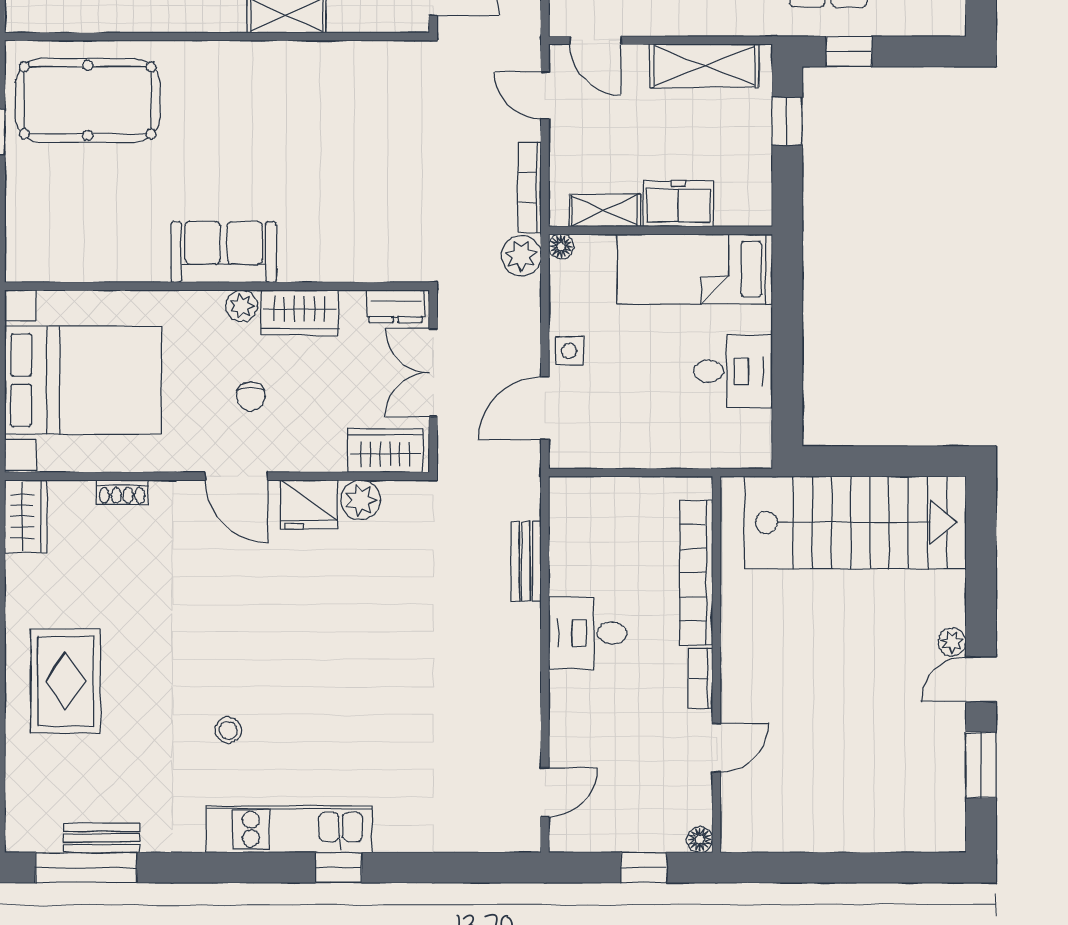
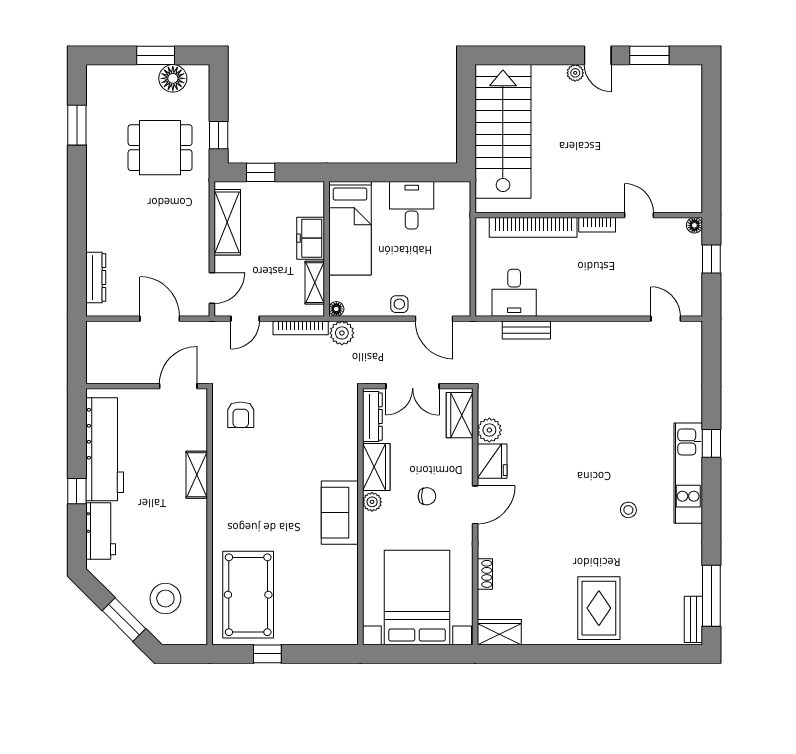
armchair: (386, 88) -> (241, 415), added
dresser: (396, 306) -> (372, 417), width x1.44
desk: (588, 633) -> (514, 293), moved
rug: (66, 681) -> (599, 608), turned 90
bench: (102, 838) -> (693, 619), moved

